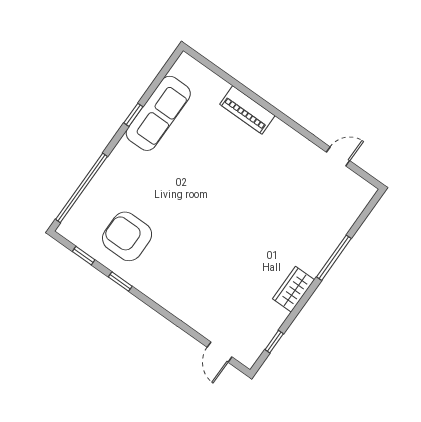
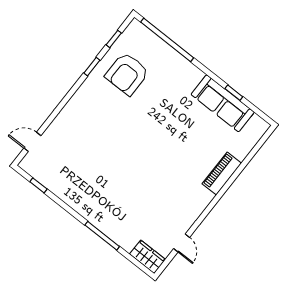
window: (133, 115) -> (234, 93), moved
armchair: (127, 236) -> (127, 74), turned 180
wardrobe: (293, 289) -> (147, 257), moved

